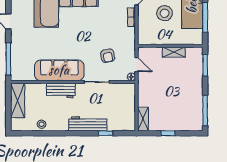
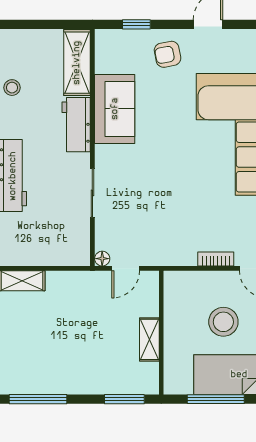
armchair: (108, 56) -> (168, 54), moved
window: (8, 59) -> (136, 24), width x0.46
sofa: (59, 70) -> (115, 109), width x0.73
shelving: (18, 101) -> (77, 63), moved, turned 90

